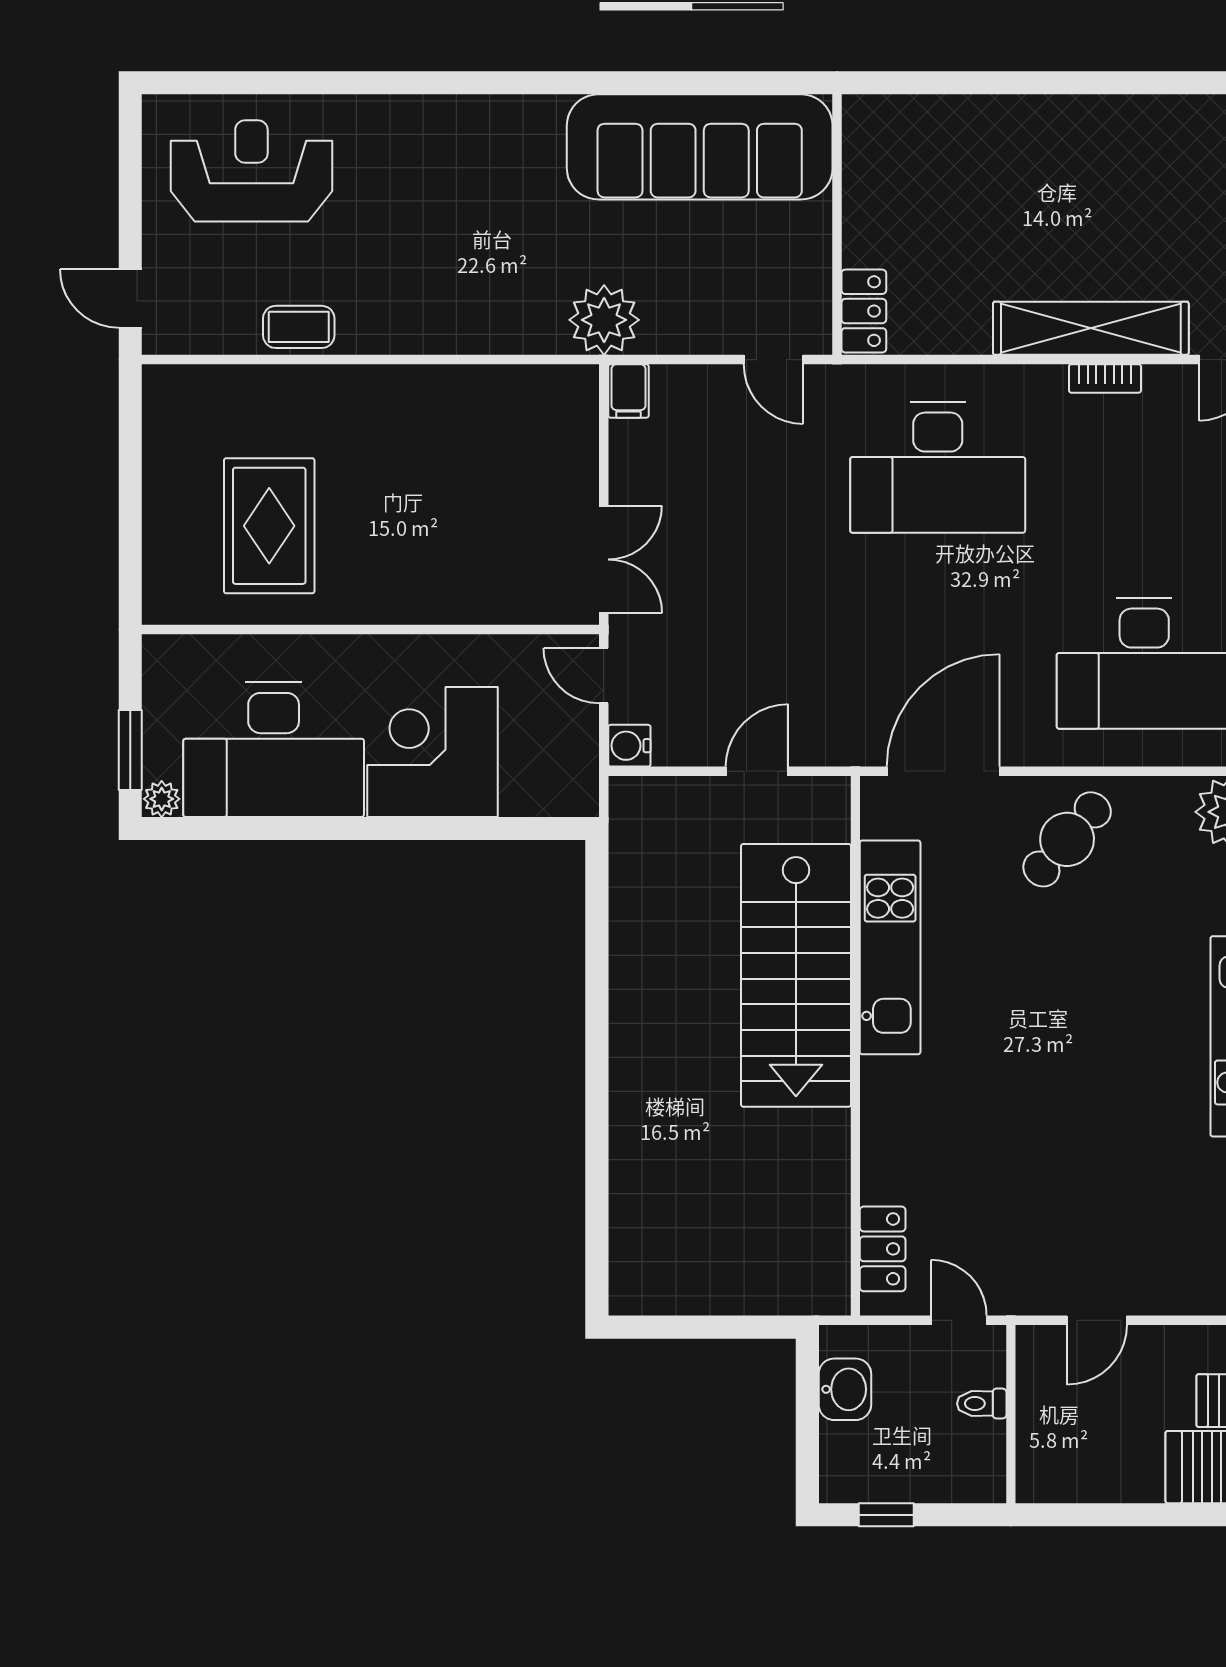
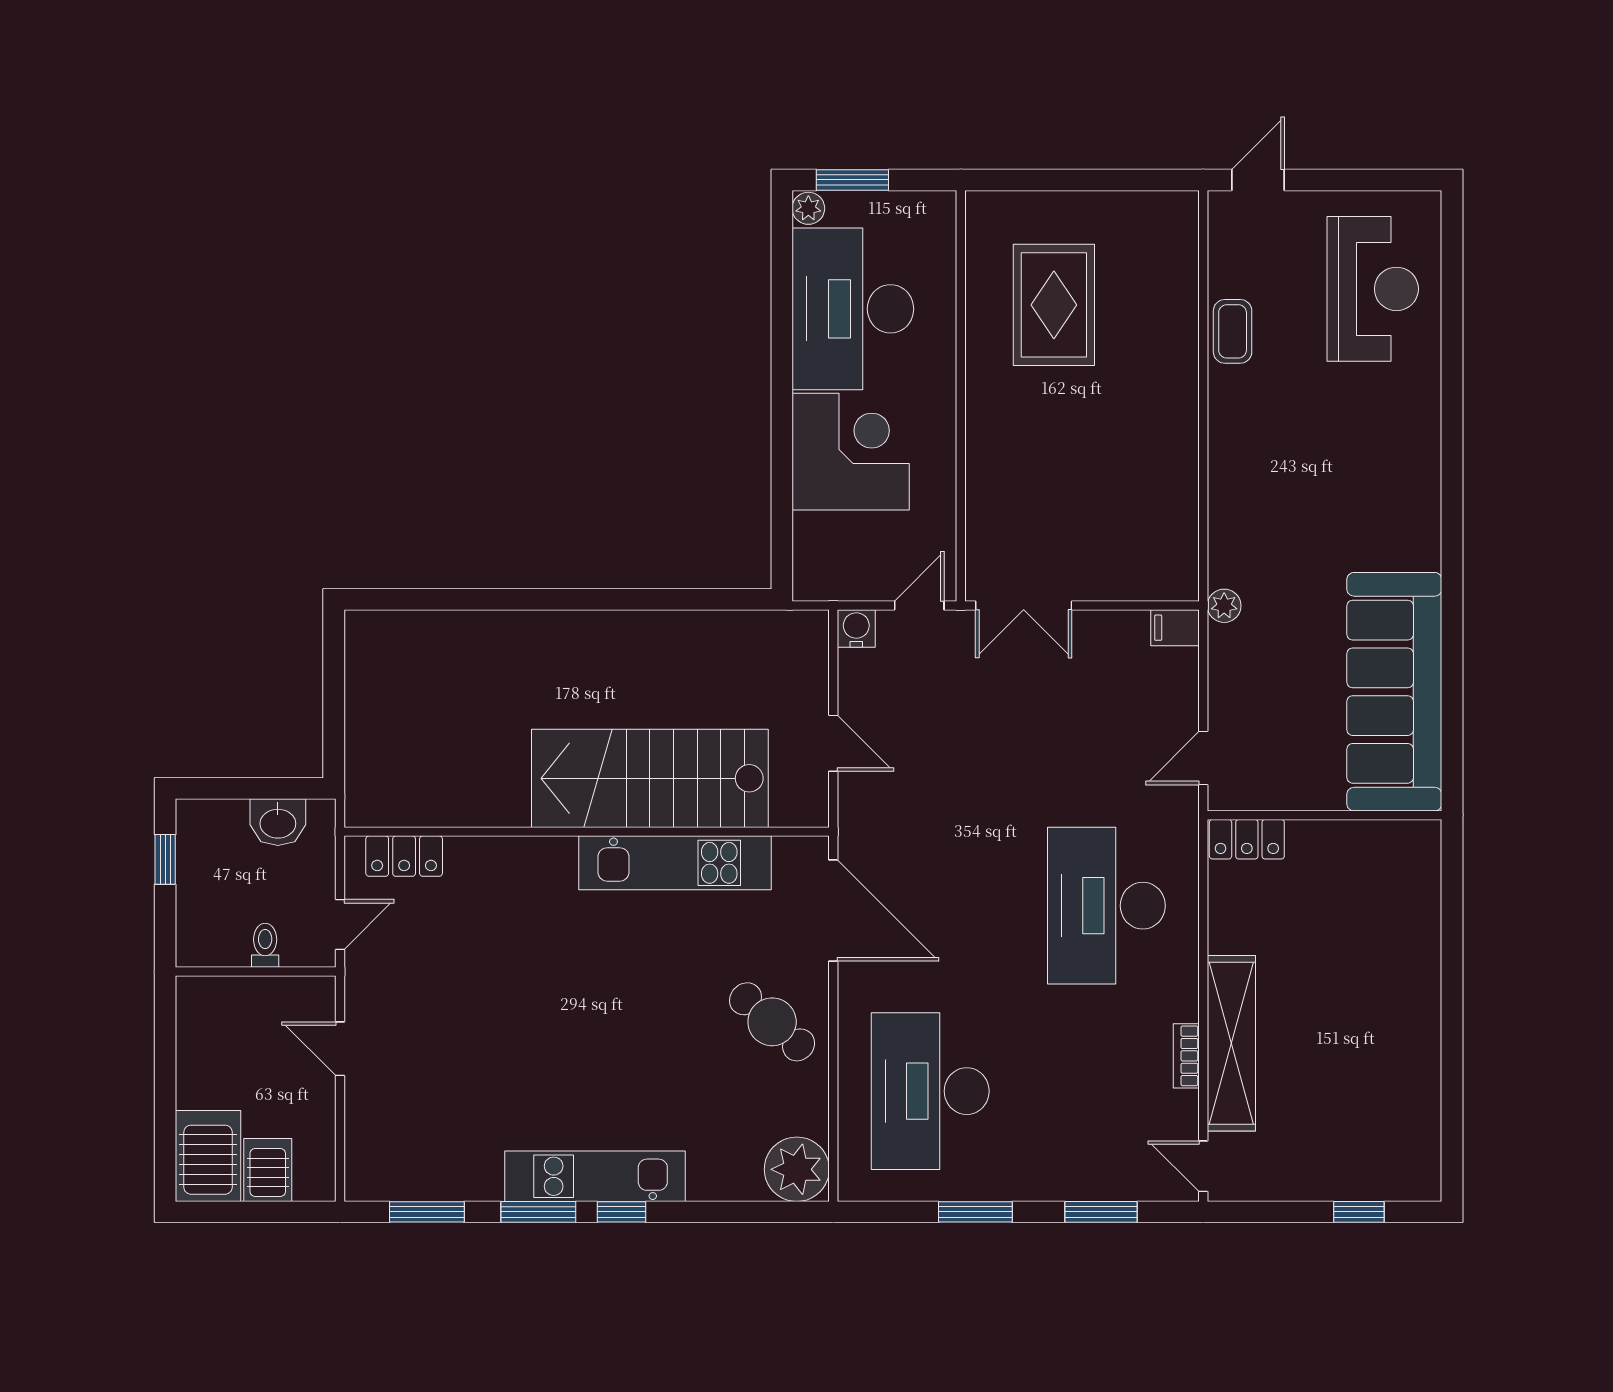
plant: (604, 320) -> (1224, 606), width x0.53, depth x0.53
rug: (269, 526) -> (1054, 305), turned 90

